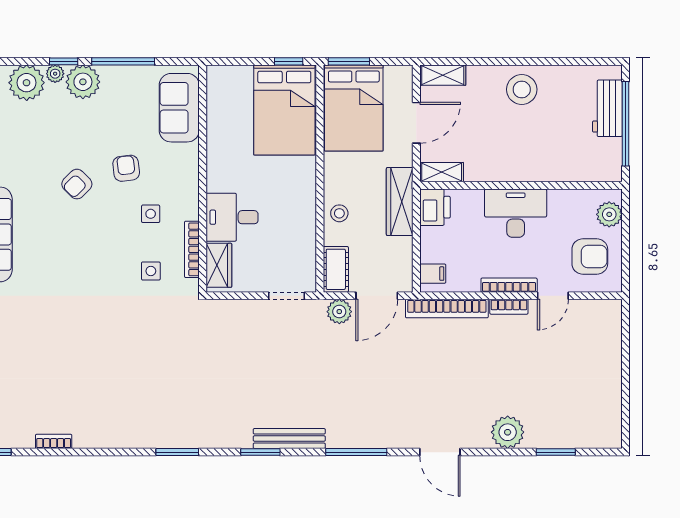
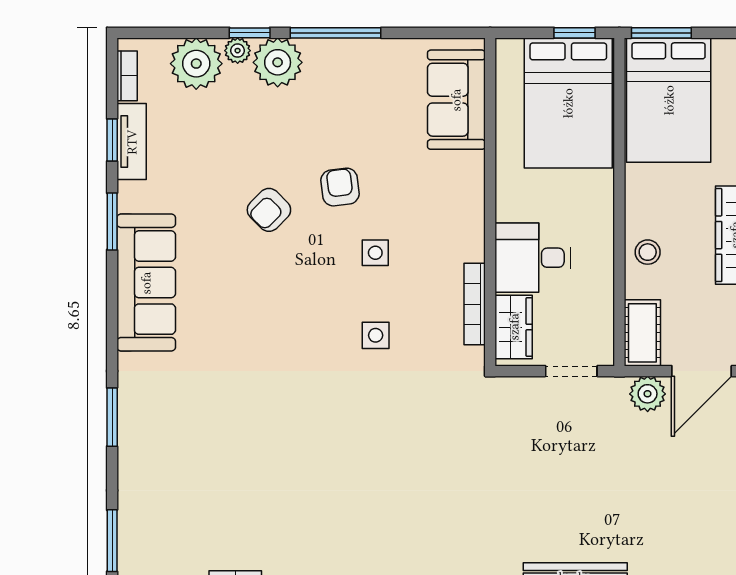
sofa: (179, 108) -> (456, 100), moved
wall: (203, 179) -> (490, 202), moved
desk: (232, 217) -> (533, 258), moved
bookcase: (192, 249) -> (475, 304), moved
wardrobe: (219, 265) -> (514, 327), moved

